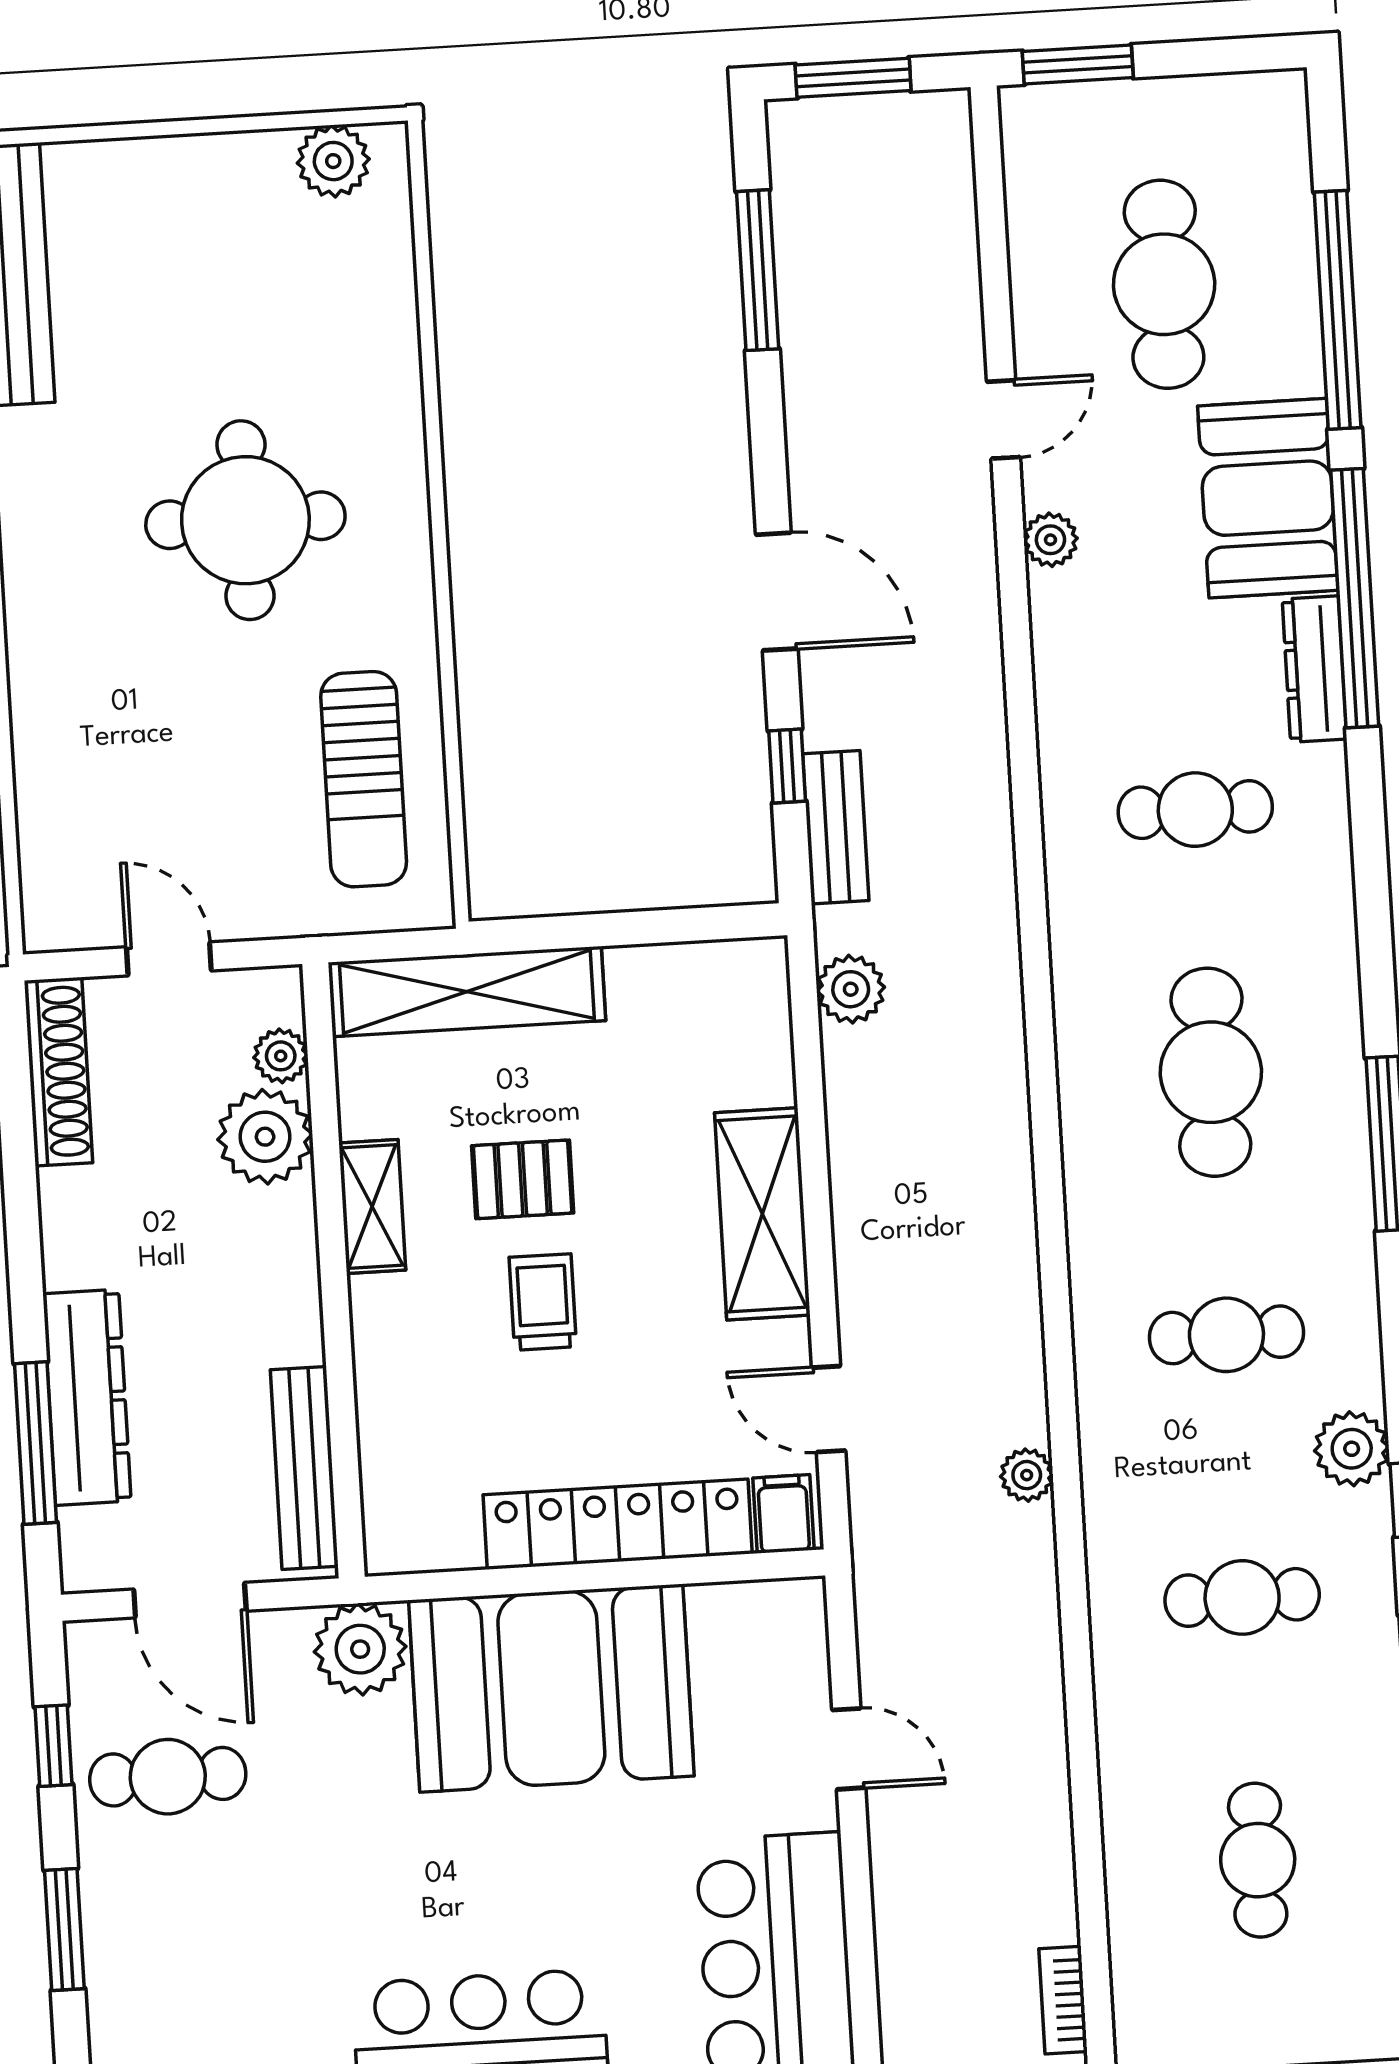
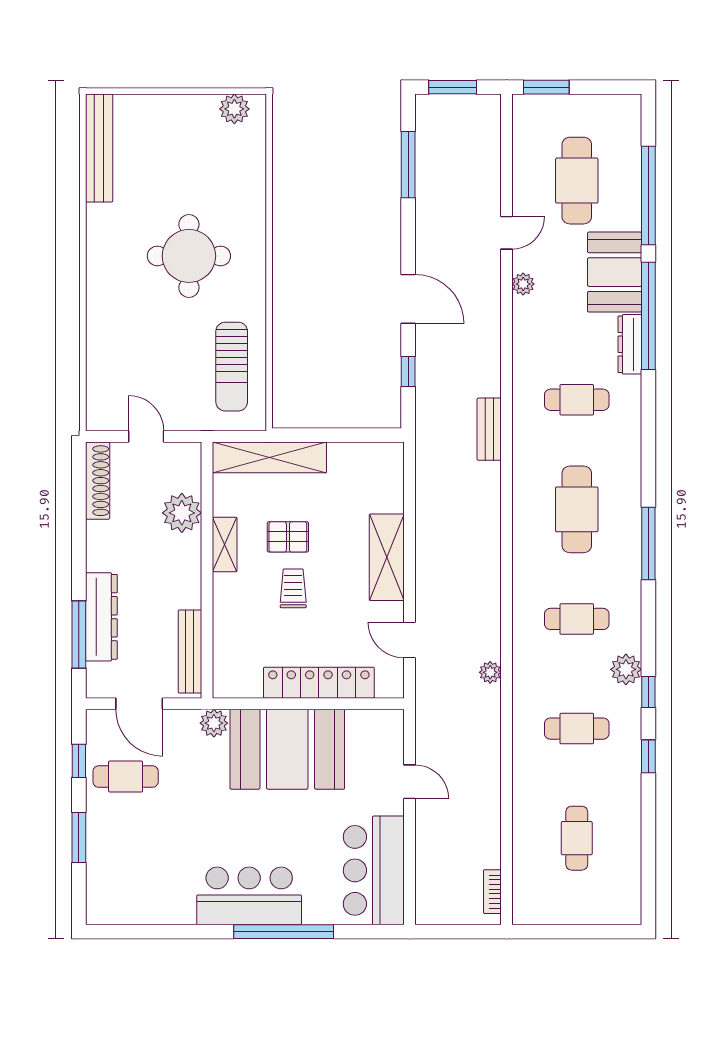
bench: (836, 827) -> (489, 429), moved
plant: (851, 989) -> (429, 466), removed
plant: (281, 1056) -> (190, 480), removed
filing cabinet: (784, 1514) -> (388, 682), removed
plant: (360, 1649) -> (214, 723), width x0.73, depth x0.73

